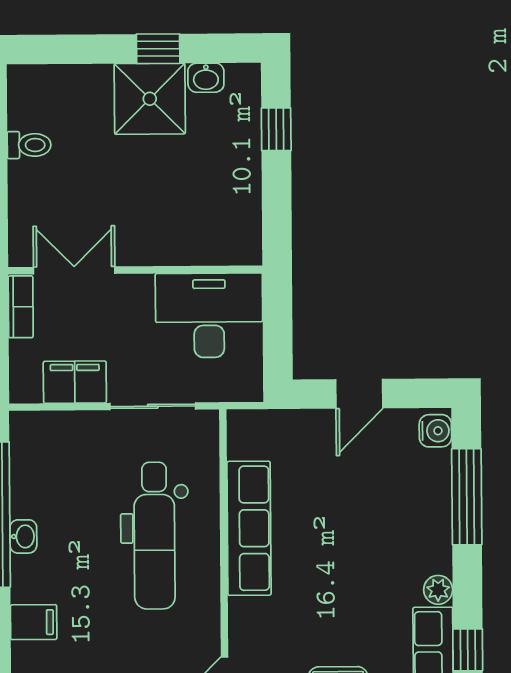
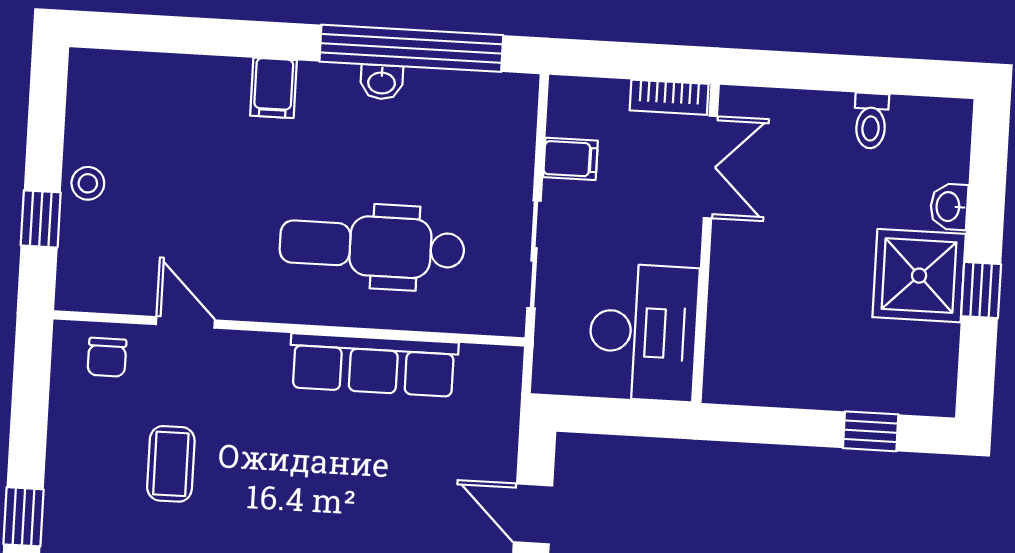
washbasin: (206, 78) -> (949, 207), moved
filing cabinet: (75, 382) -> (570, 159), width x0.50

